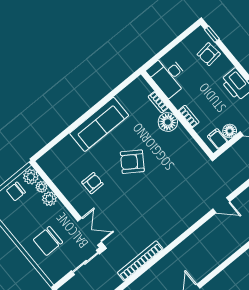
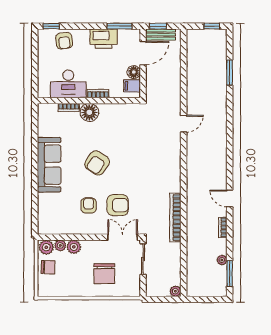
desk: (168, 76) -> (68, 84), moved
chair: (16, 191) -> (48, 267), turned -88
armchair: (112, 206) -> (118, 205), added

